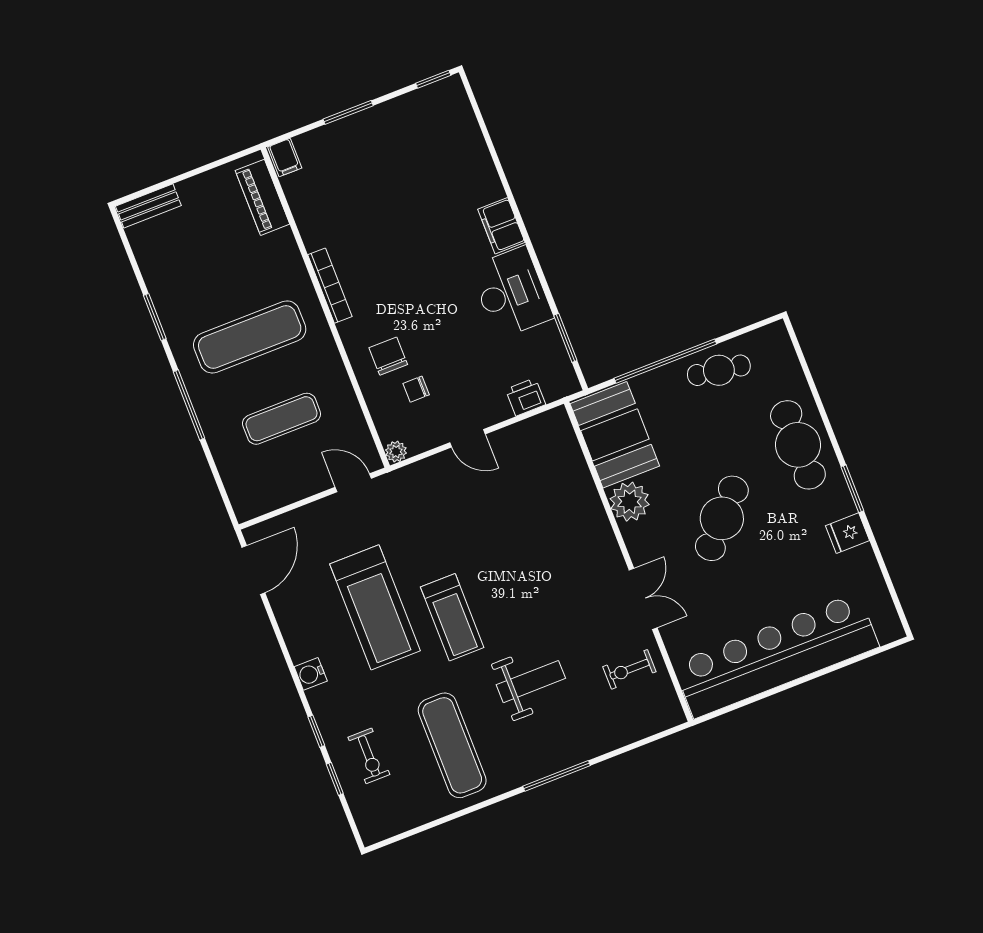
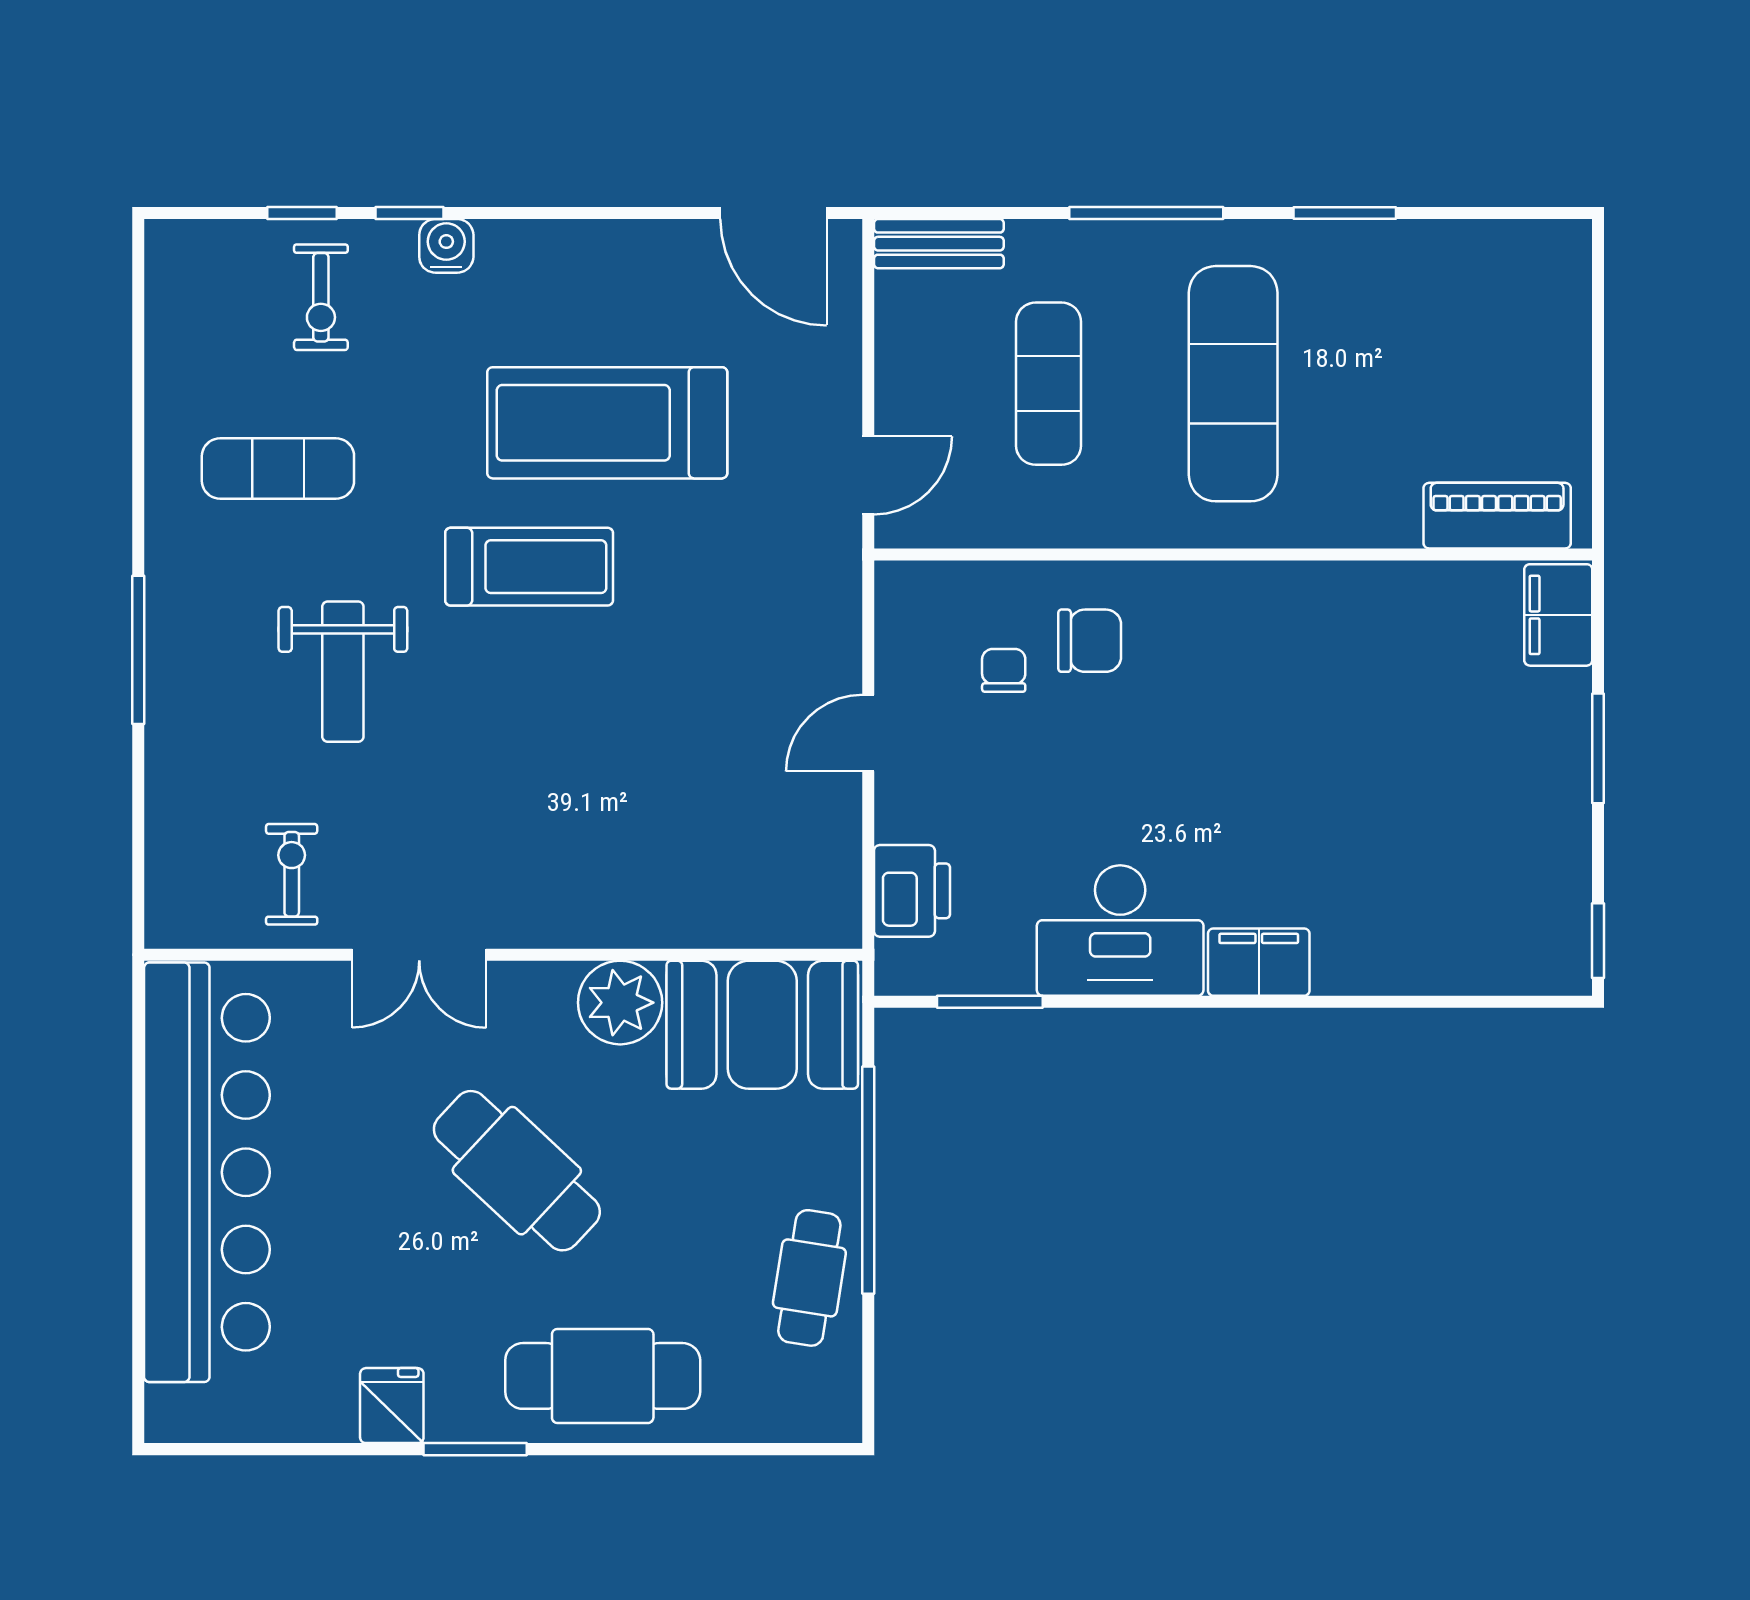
filing cabinet: (285, 157) -> (1558, 615), width x2.00
bench: (148, 206) -> (939, 244), moved, turned 90
bookcase: (330, 286) -> (1272, 580), removed
printer: (526, 397) -> (912, 891), width x1.36, depth x1.24
plant: (396, 452) -> (897, 583), removed
treadmill: (452, 617) -> (529, 567), turned 180
water cooler: (311, 674) -> (446, 246), moved
exercise mat: (452, 745) -> (278, 469), width x0.73, depth x0.69
exercise bike: (369, 756) -> (321, 297), turned -90

